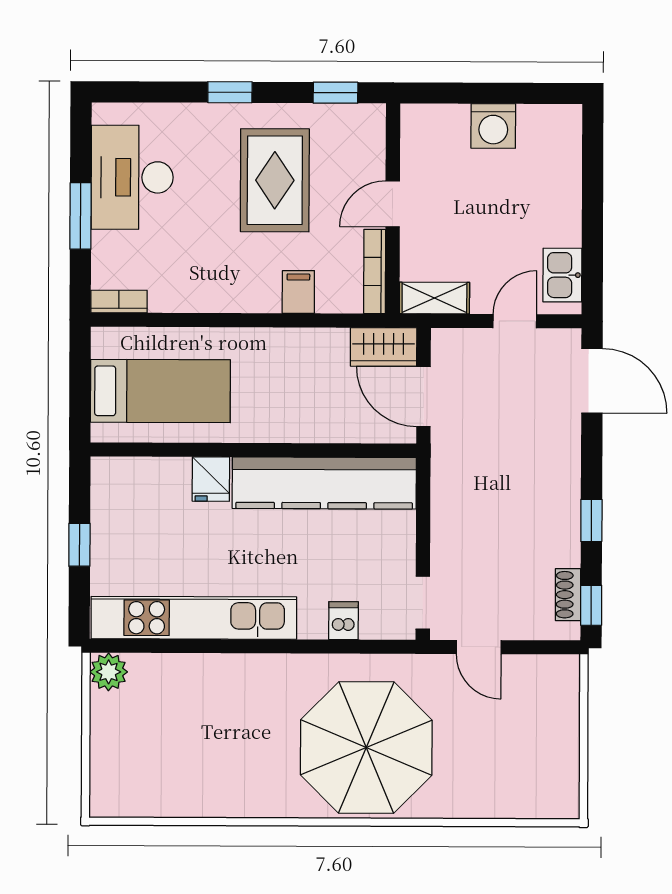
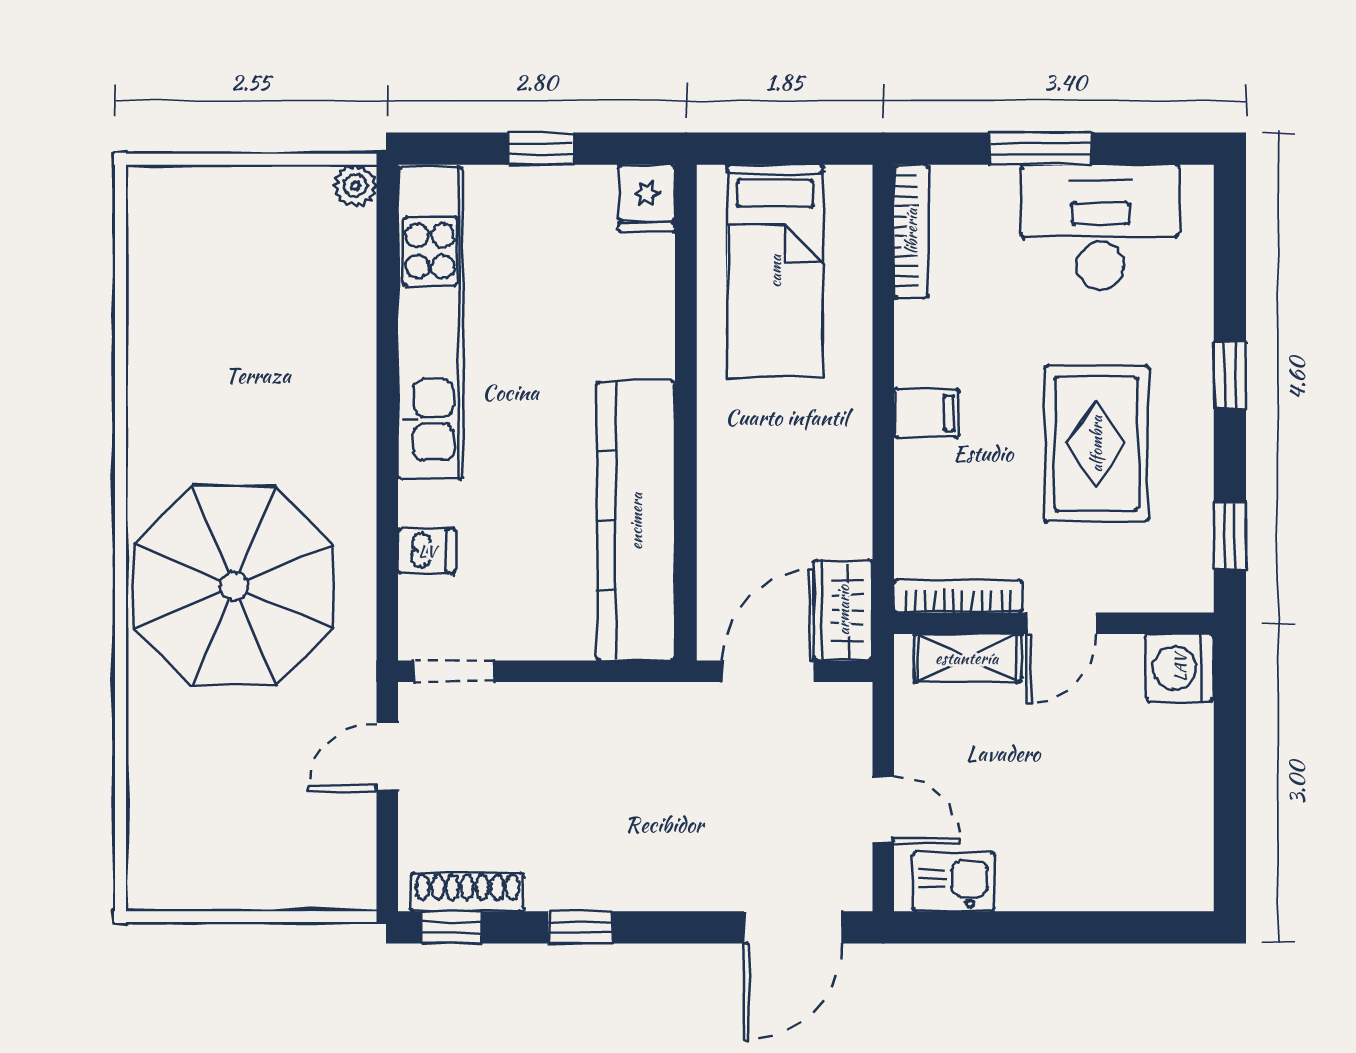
washing machine: (493, 126) -> (1180, 668), moved
rug: (275, 180) -> (1096, 444), turned 90
door: (393, 204) -> (1061, 623), swing flipped
filing cabinet: (298, 292) -> (926, 413), moved
shelving: (434, 298) -> (967, 658), moved, turned 90
bookcase: (119, 302) -> (911, 231), width x1.56
fridge: (211, 479) -> (647, 198), moved, turned -90
shoe rack: (568, 595) -> (467, 892), width x1.43
plant: (109, 672) -> (355, 186), width x0.73, depth x0.73

